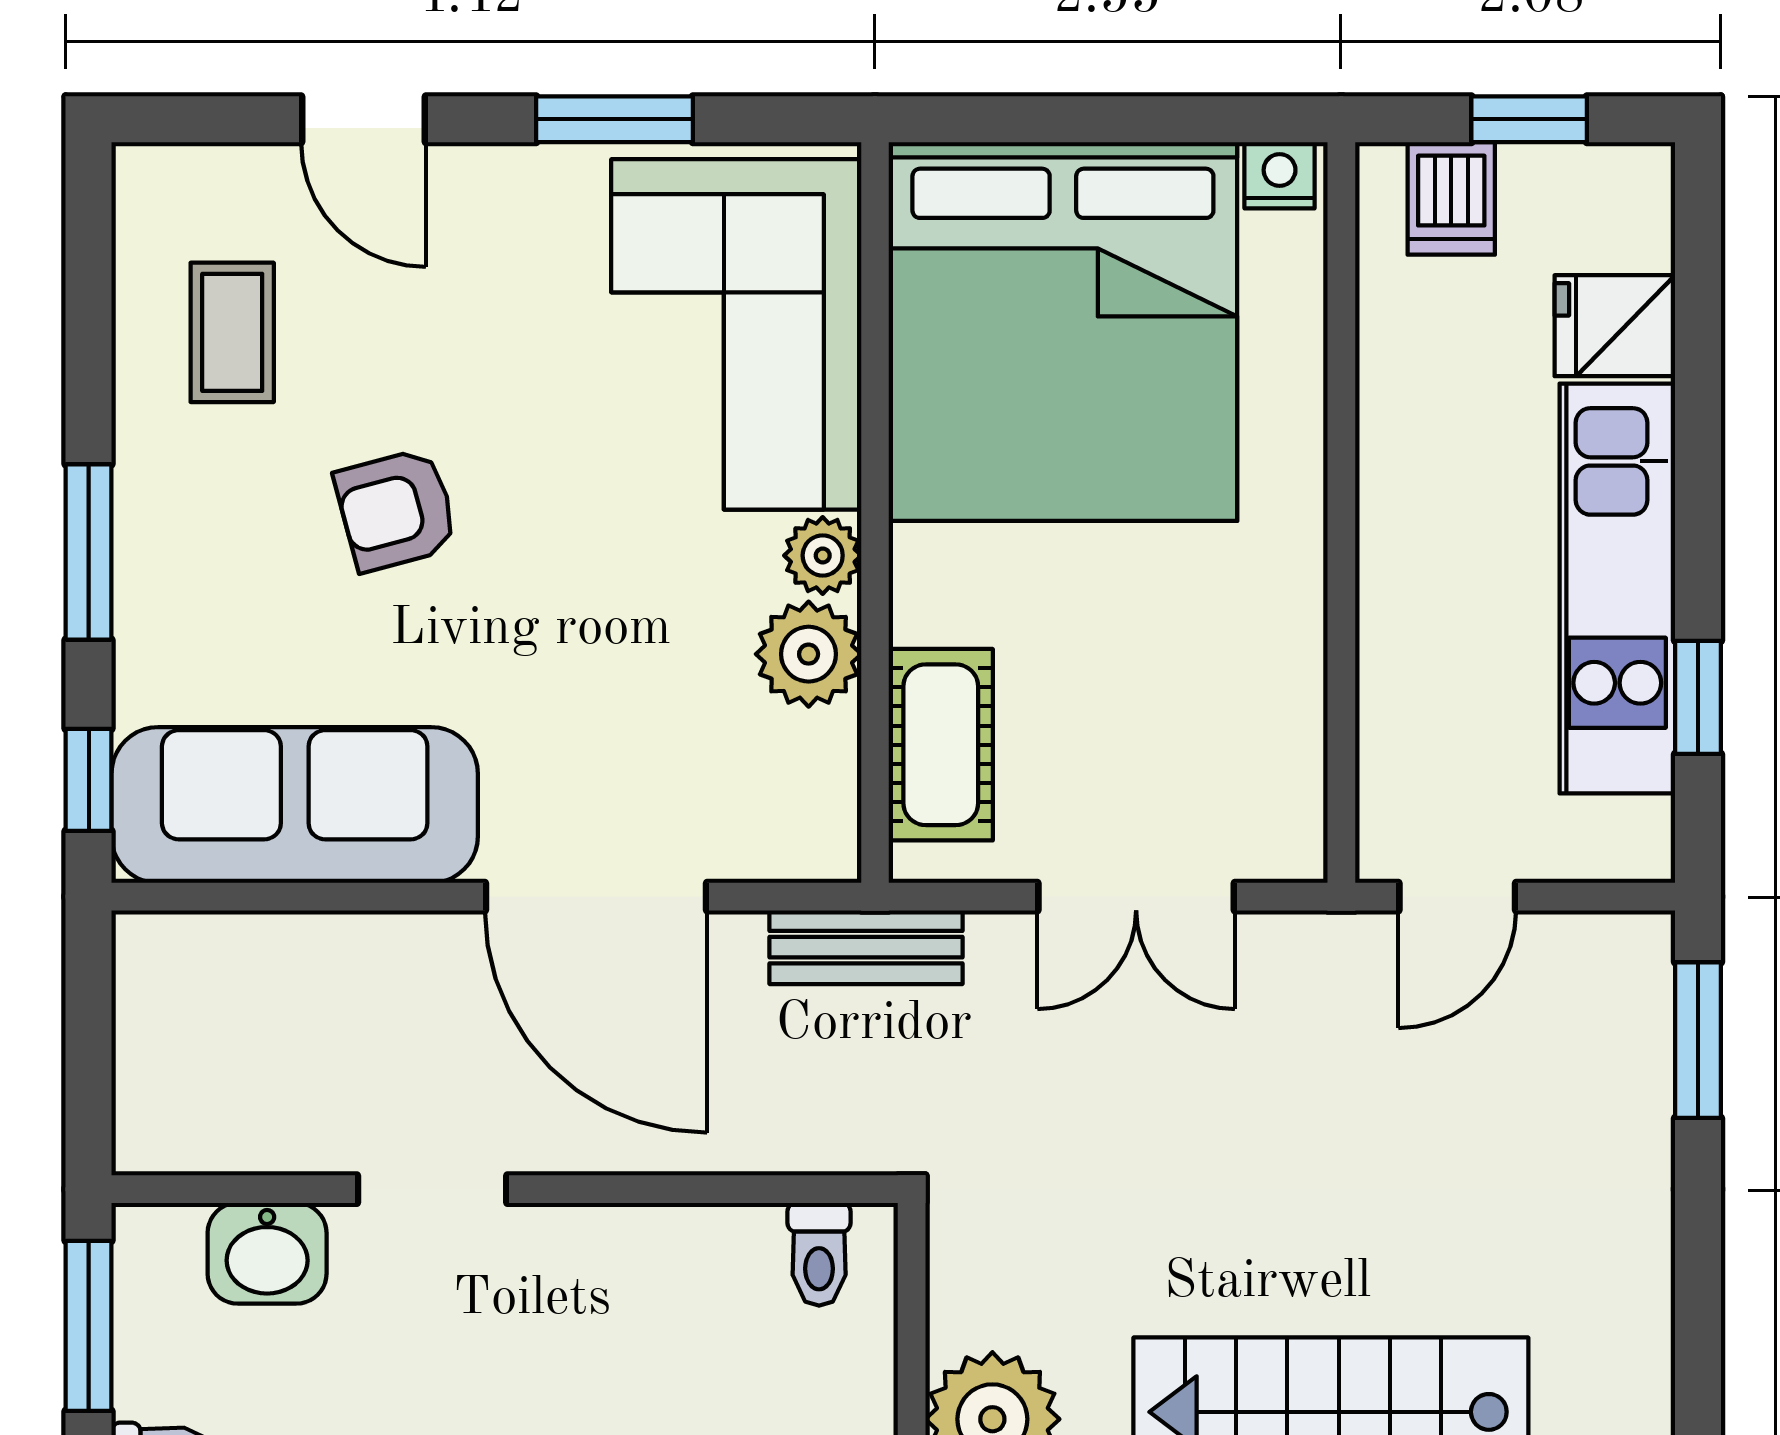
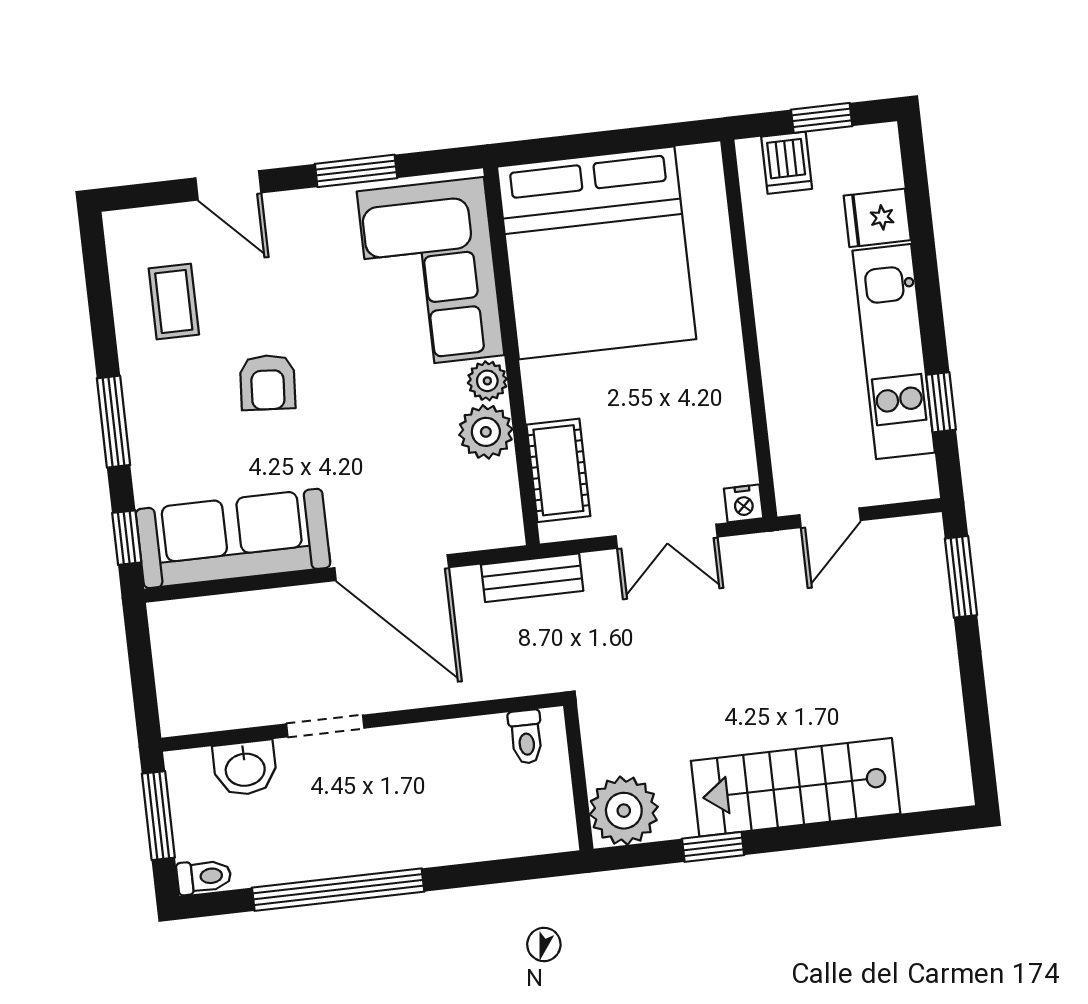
nightstand: (1280, 175) -> (744, 503), moved, turned 180
armchair: (396, 510) -> (268, 382), turned -71

